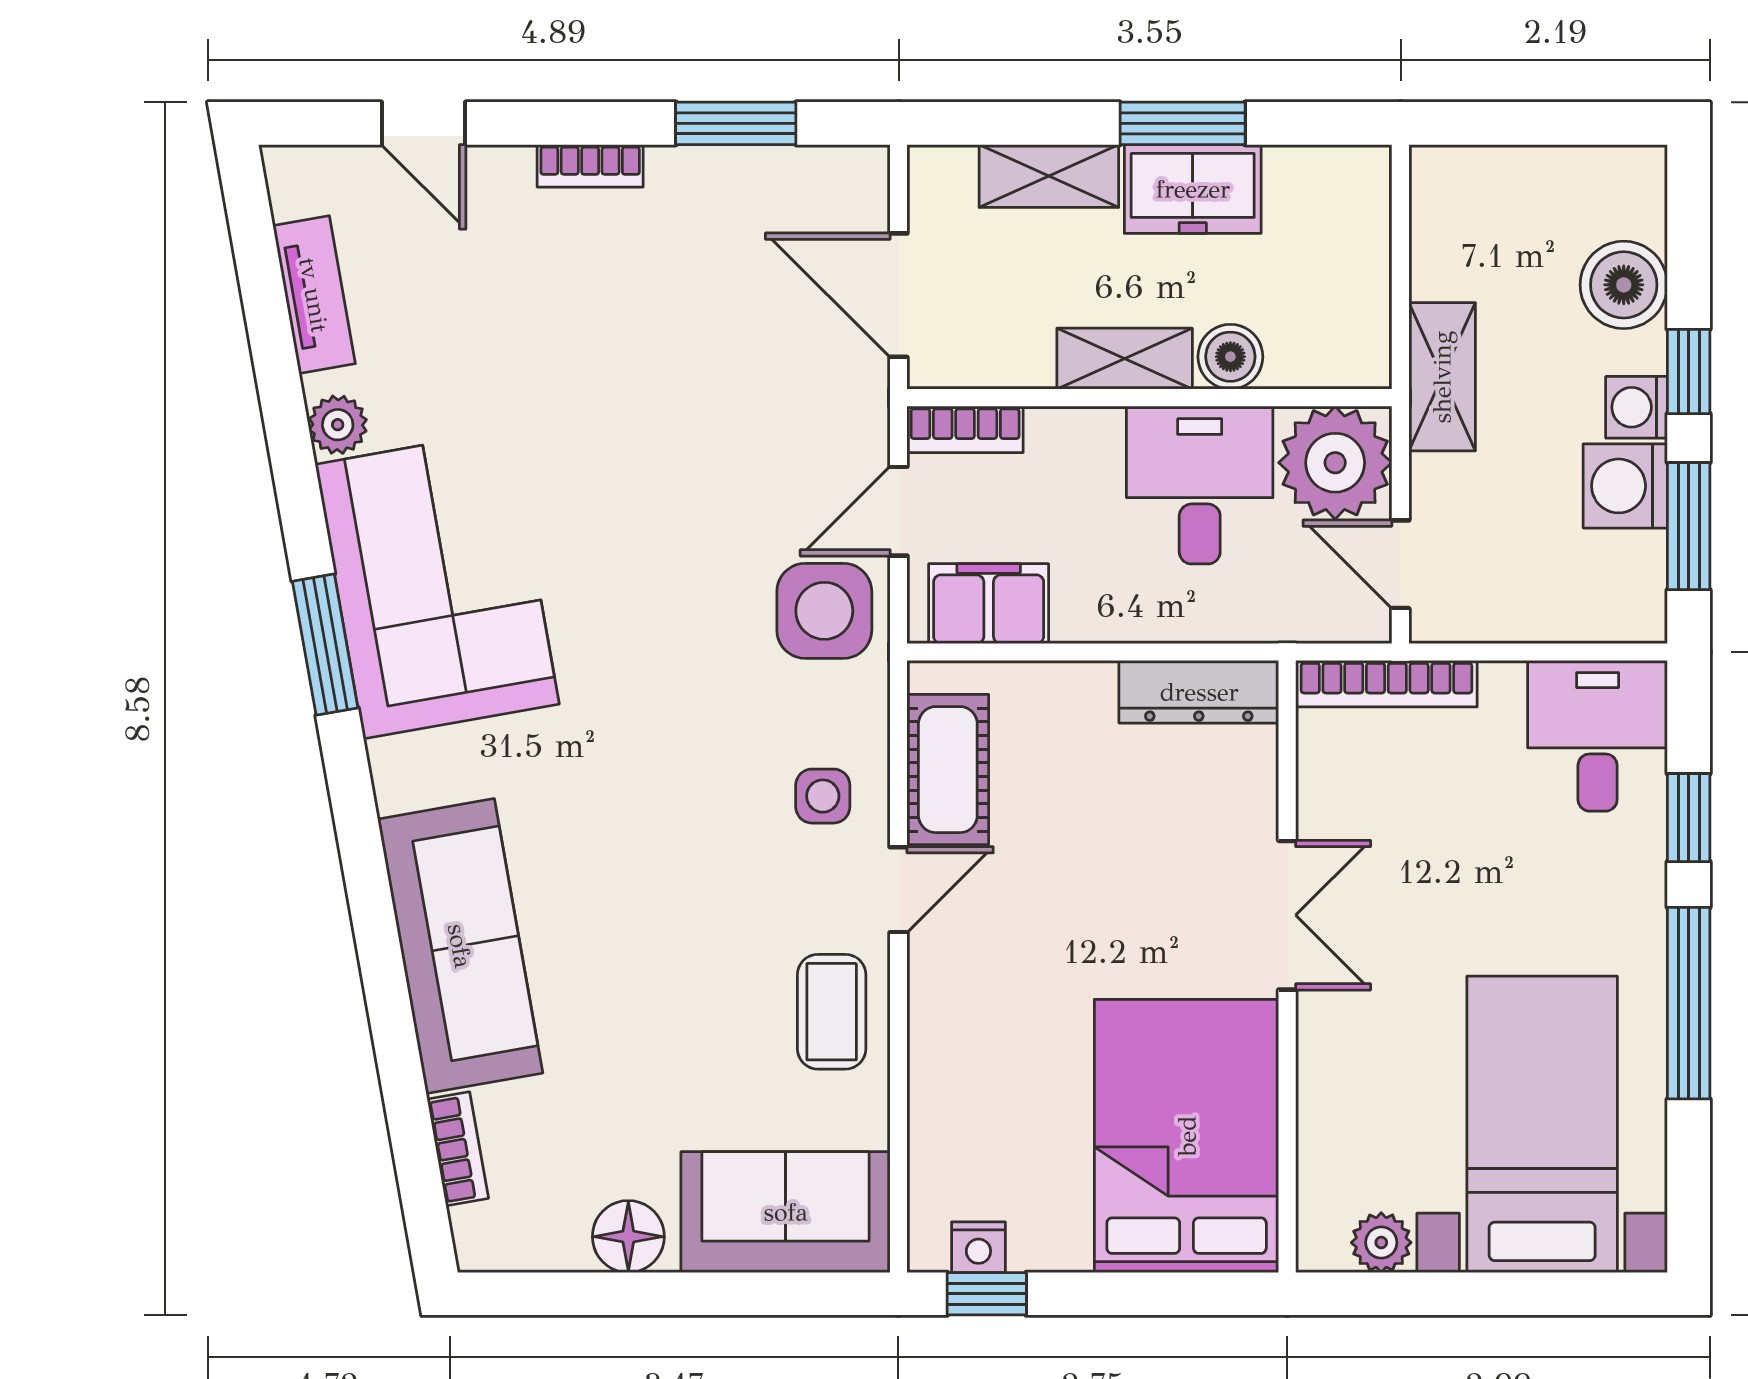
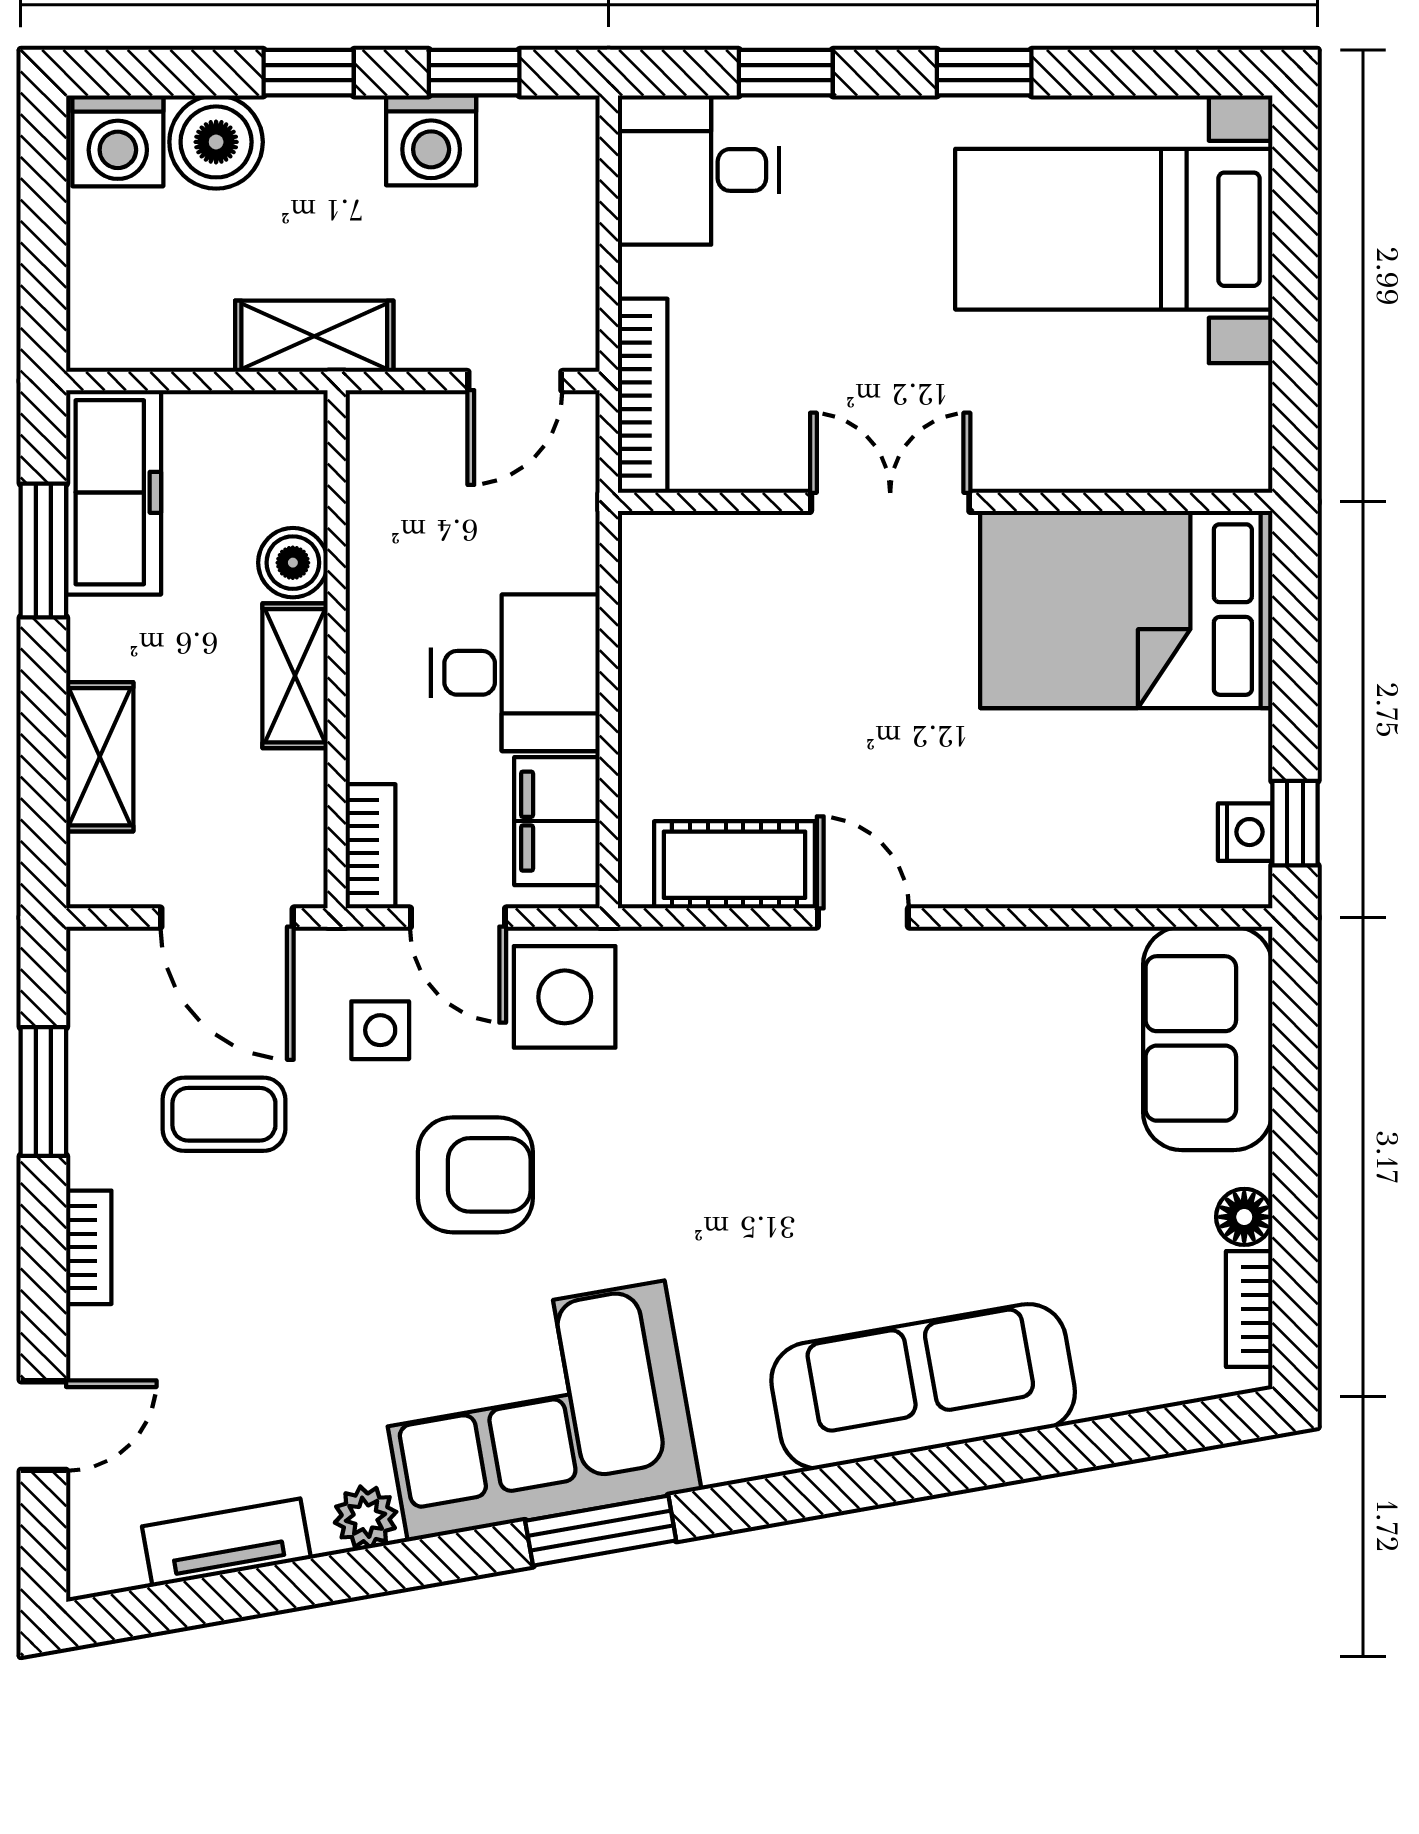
window: (1183, 123) -> (43, 550), moved
freezer: (1193, 189) -> (114, 492), moved, width x1.40
door: (898, 295) -> (227, 918), hinge flipped
washing machine: (1637, 407) -> (118, 141), moved, width x1.38, depth x1.38
plant: (1335, 463) -> (406, 451), removed
desk: (1200, 485) -> (515, 673), moved, turned 180
window: (1689, 526) -> (474, 73), width x0.67
armchair: (658, 527) -> (475, 1175), added
dresser: (1199, 692) -> (651, 596), removed
side table: (823, 796) -> (380, 1030), moved
window: (1689, 1003) -> (984, 73), width x0.46
coffee table: (832, 1012) -> (224, 1114), moved
bookcase: (458, 1149) -> (1249, 1309), moved, turned -80
floor lamp: (628, 1237) -> (1244, 1217), width x0.73, depth x0.73
plant: (1381, 1243) -> (1240, 401), removed

